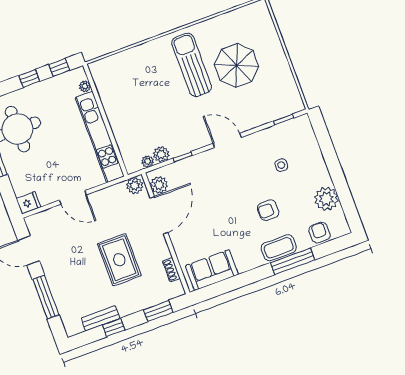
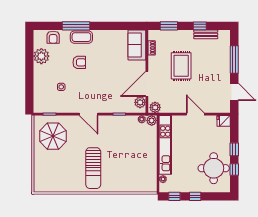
parasol: (237, 65) -> (53, 136), moved
plant: (161, 154) -> (152, 120), moved
sofa: (212, 270) -> (137, 45), moved, turned 90

